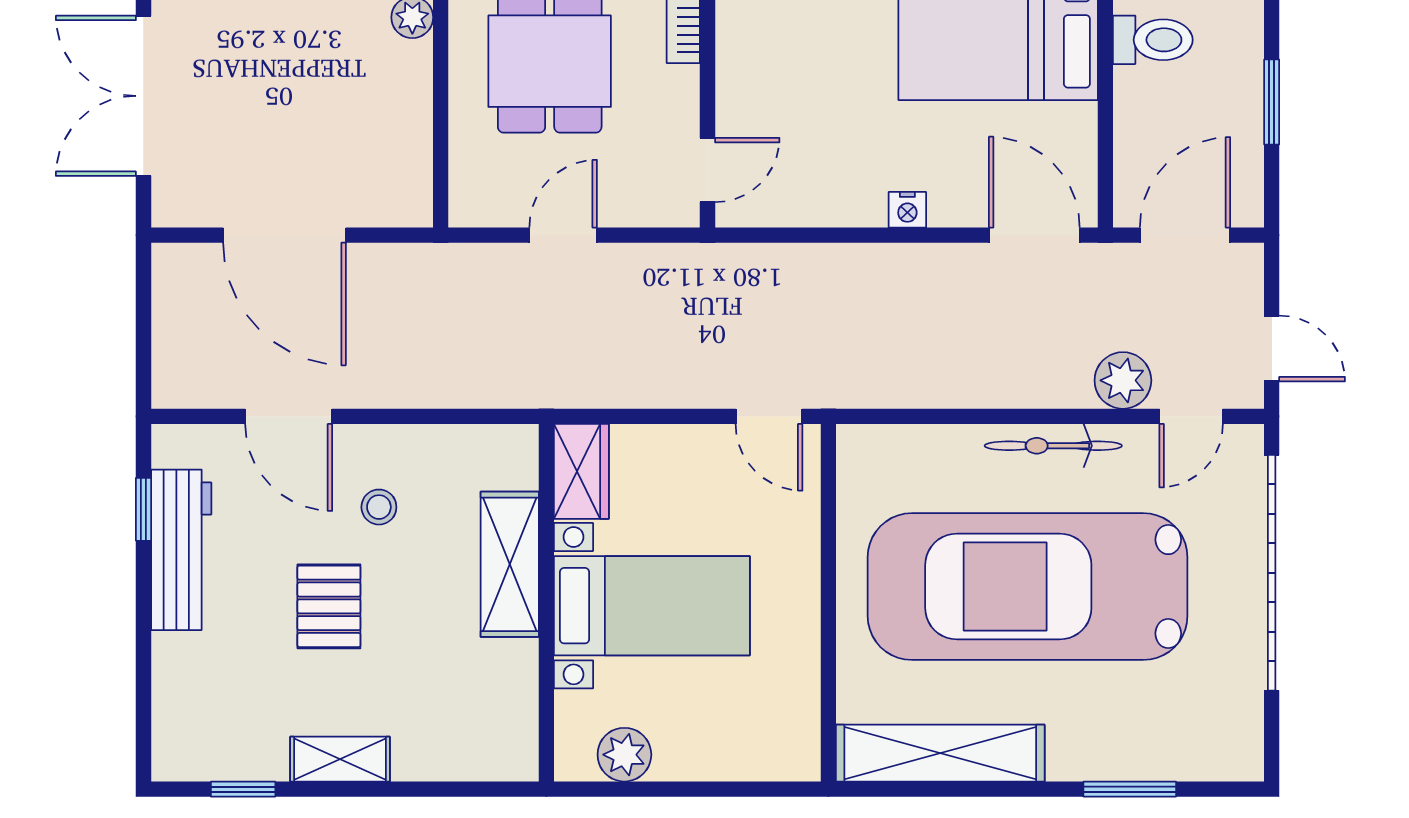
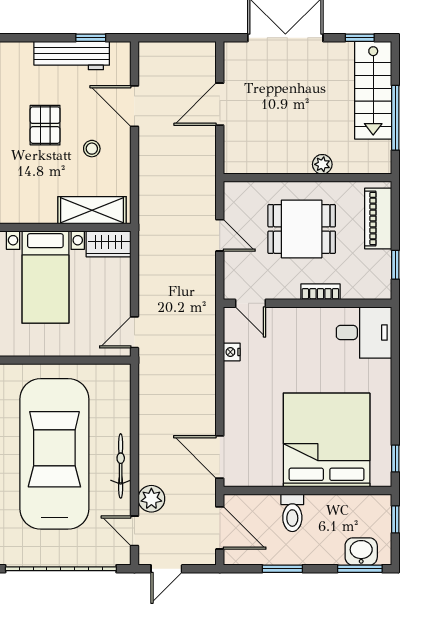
toilet: (1153, 40) -> (292, 513), moved
nightstand: (907, 210) -> (232, 352), moved
door: (284, 235) -> (220, 104), width x0.73
door: (1034, 235) -> (220, 457), swing flipped
door: (289, 416) -> (134, 106), hinge flipped
shelving: (510, 564) -> (92, 210), moved
pallet: (329, 606) -> (45, 125), turned 90

